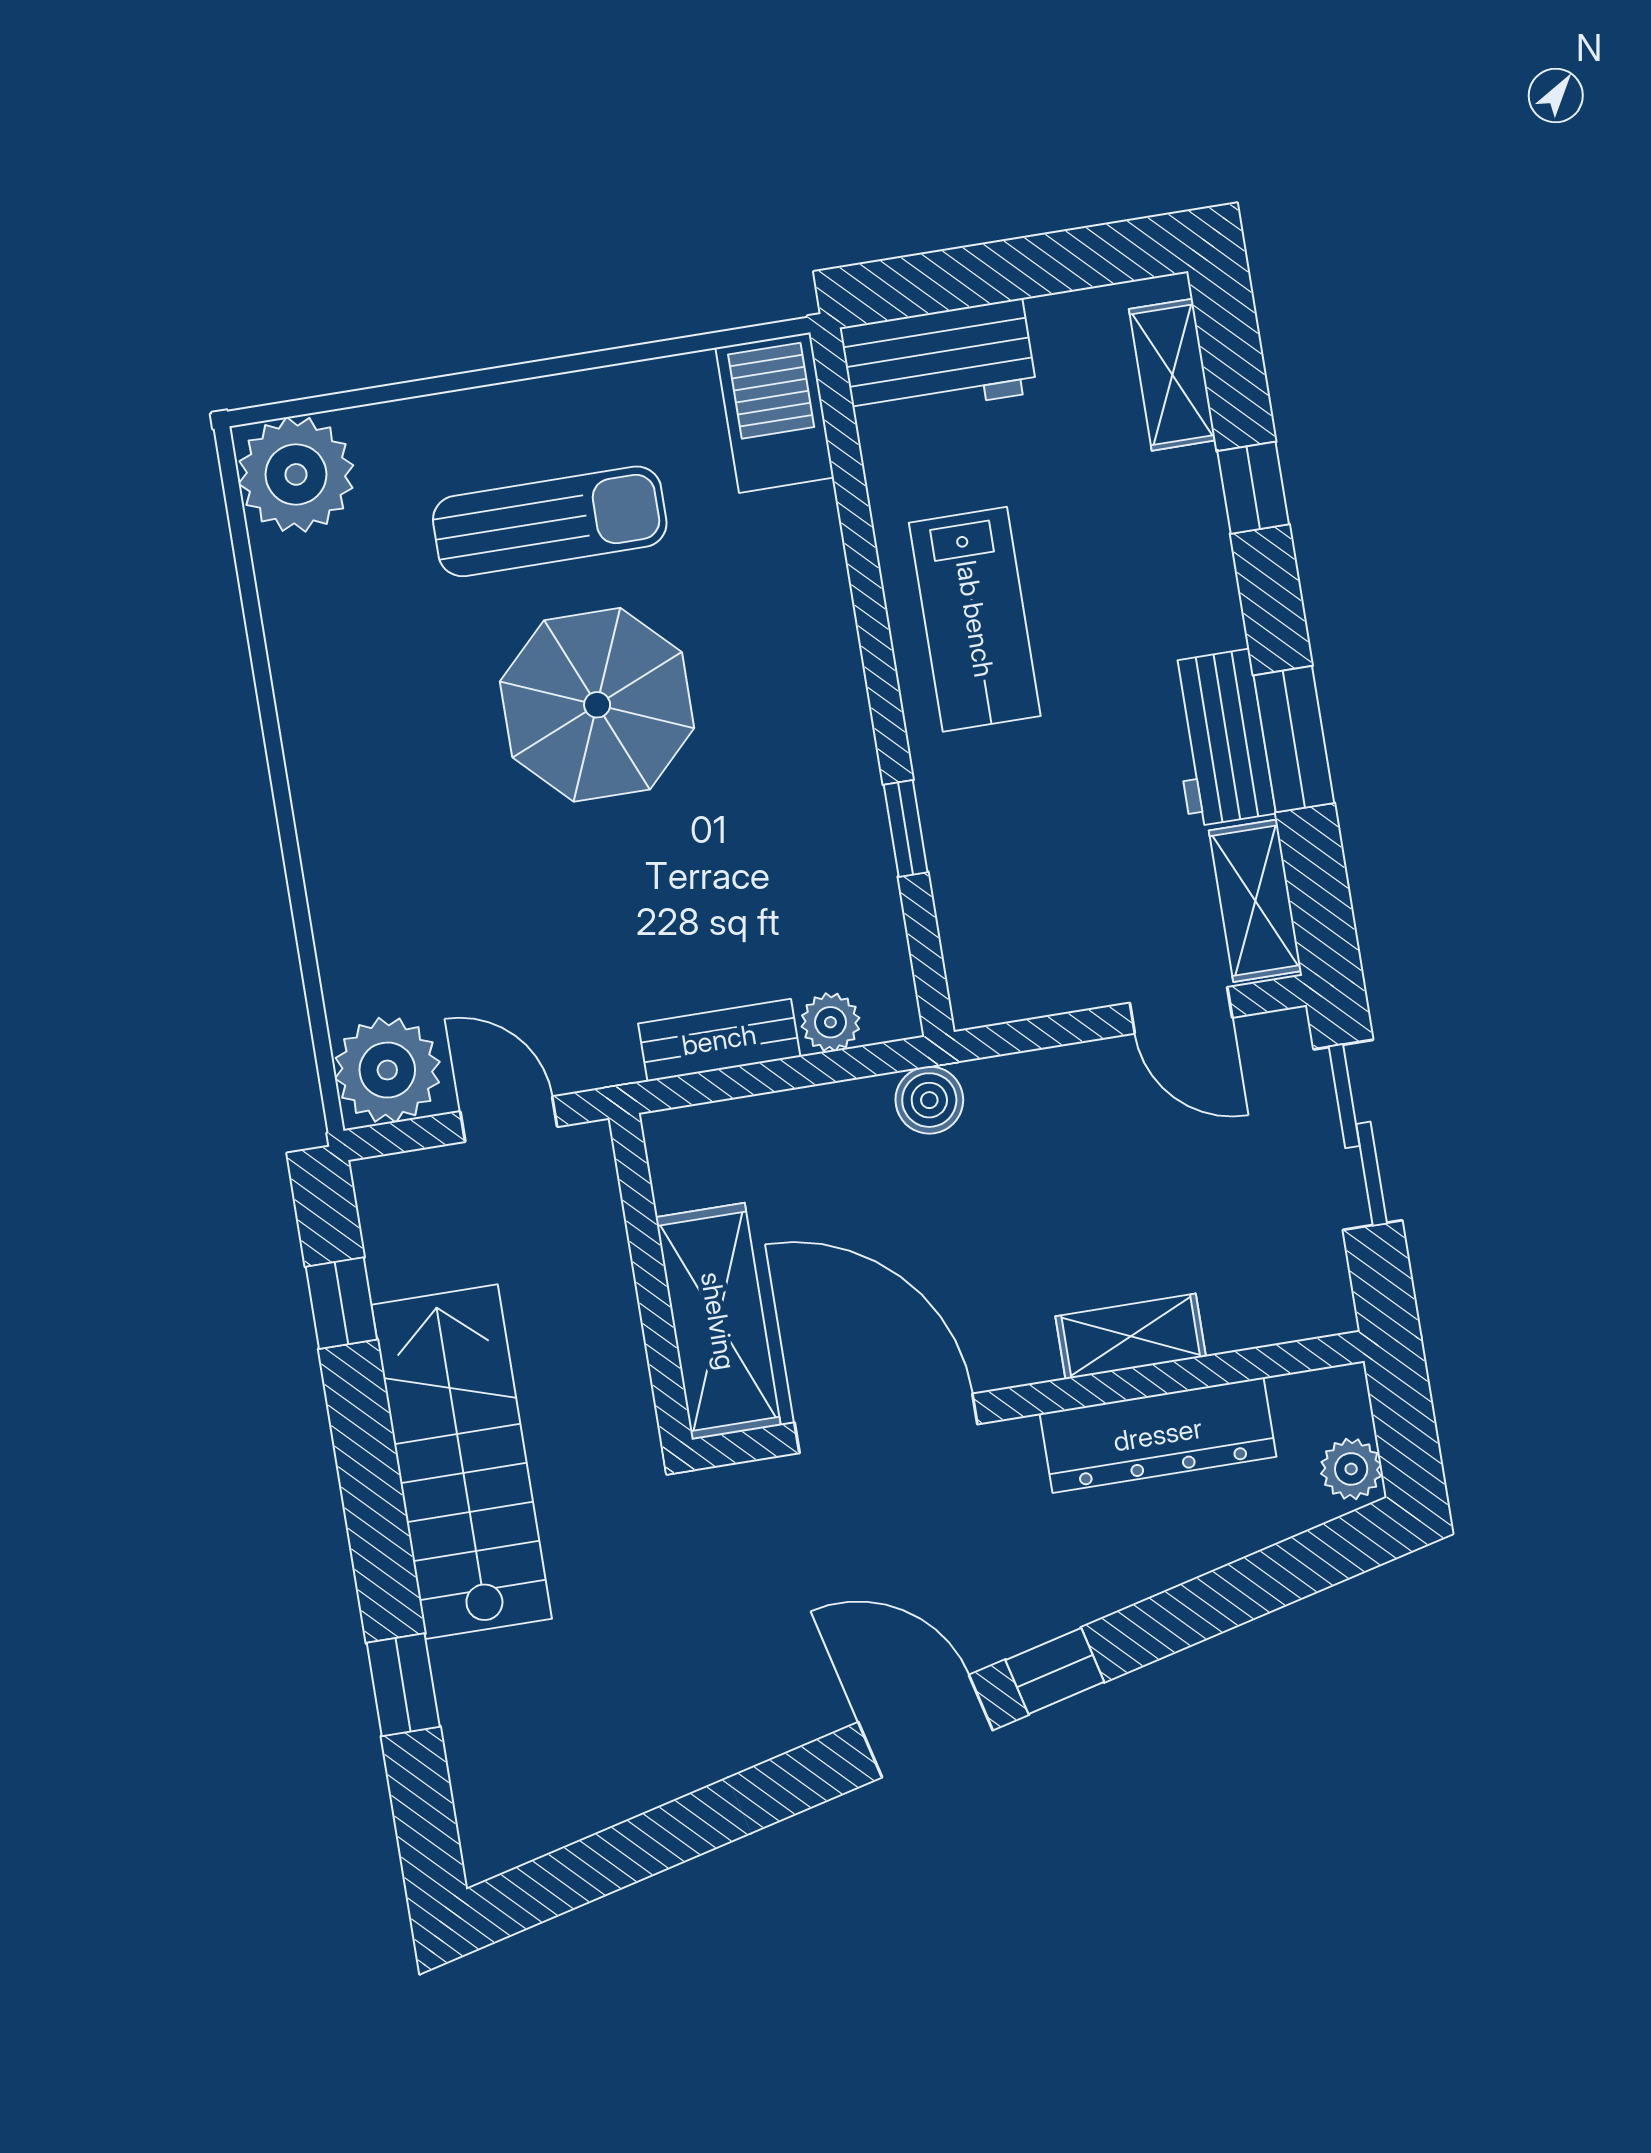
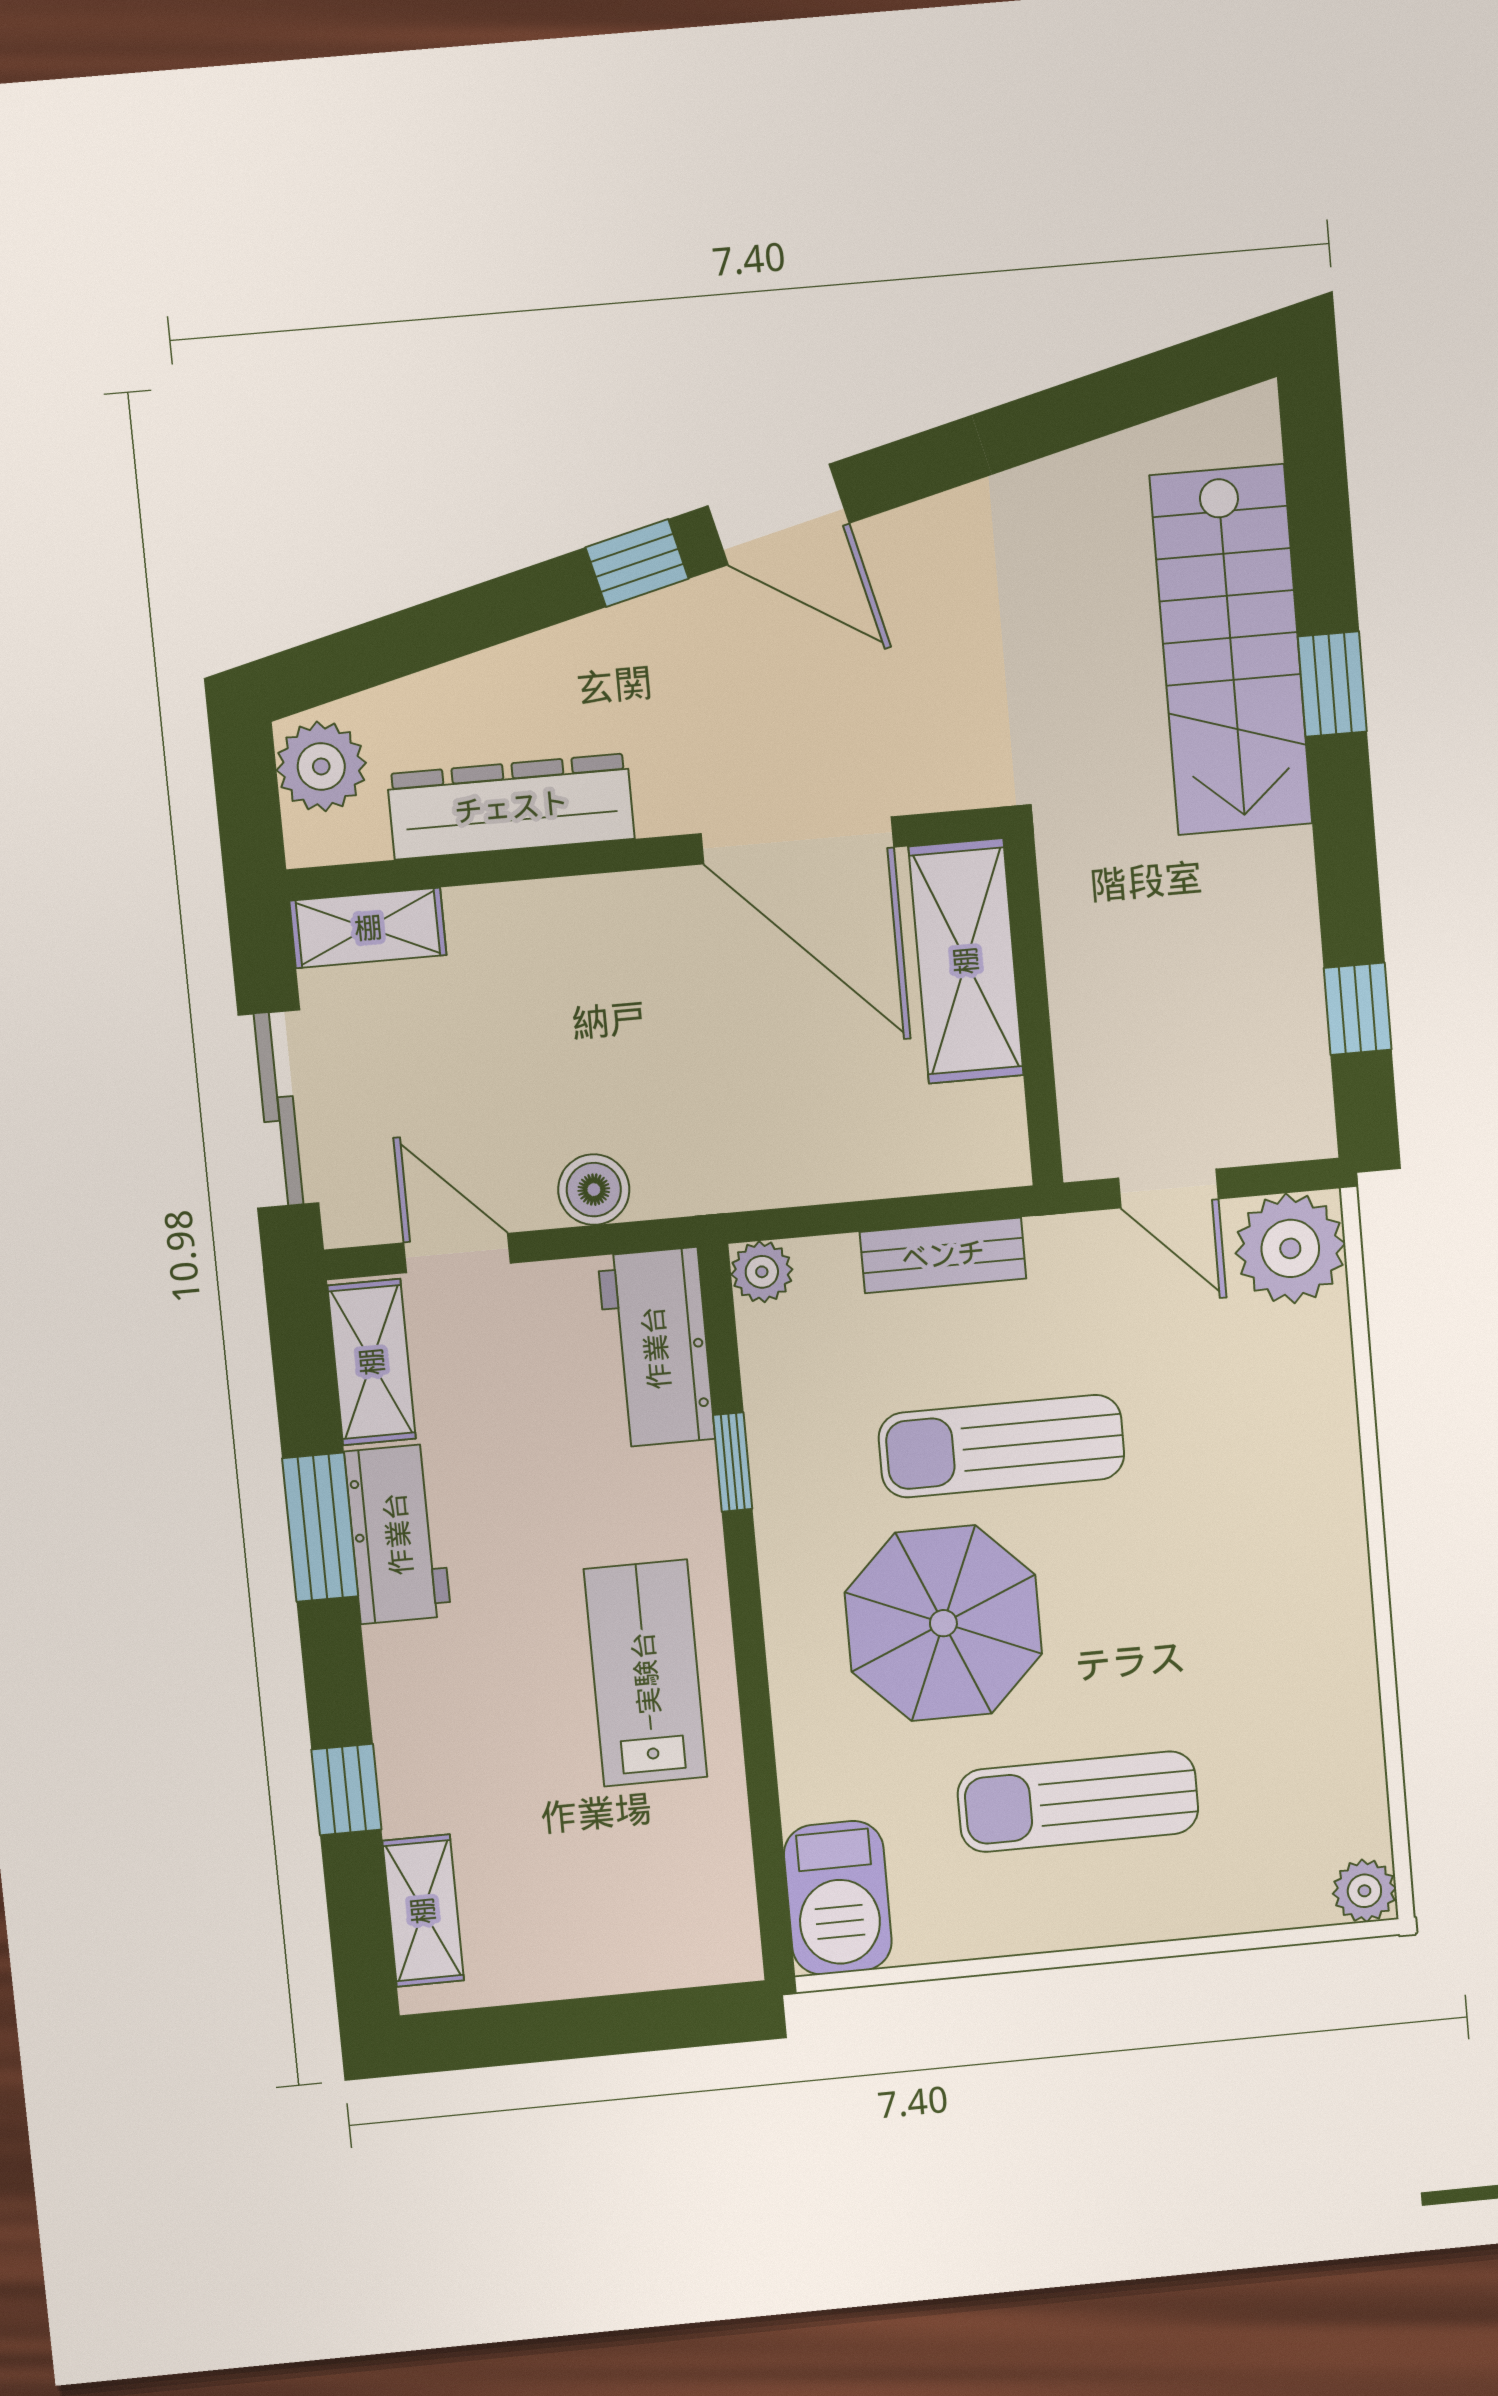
workbench: (938, 360) -> (656, 1348), moved, turned -90
plant: (296, 474) -> (1364, 1891), width x0.53, depth x0.53
parasol: (597, 705) -> (943, 1623), moved
sun lounger: (650, 861) -> (1002, 1446), added
plant: (830, 1022) -> (762, 1272), moved
boiler: (929, 1100) -> (594, 1190), moved
shelving: (1131, 1336) -> (368, 928), moved
stairs: (462, 1462) -> (1231, 650), moved
plant: (1351, 1469) -> (321, 766), width x1.38, depth x1.38
window: (403, 1685) -> (1332, 684), moved

